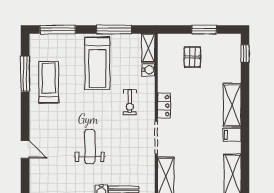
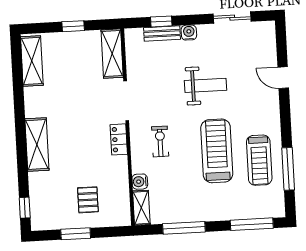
treadmill: (97, 63) -> (217, 151), moved
filing cabinet: (232, 135) -> (35, 109), removed
weight bench: (90, 147) -> (205, 85), turned -90

